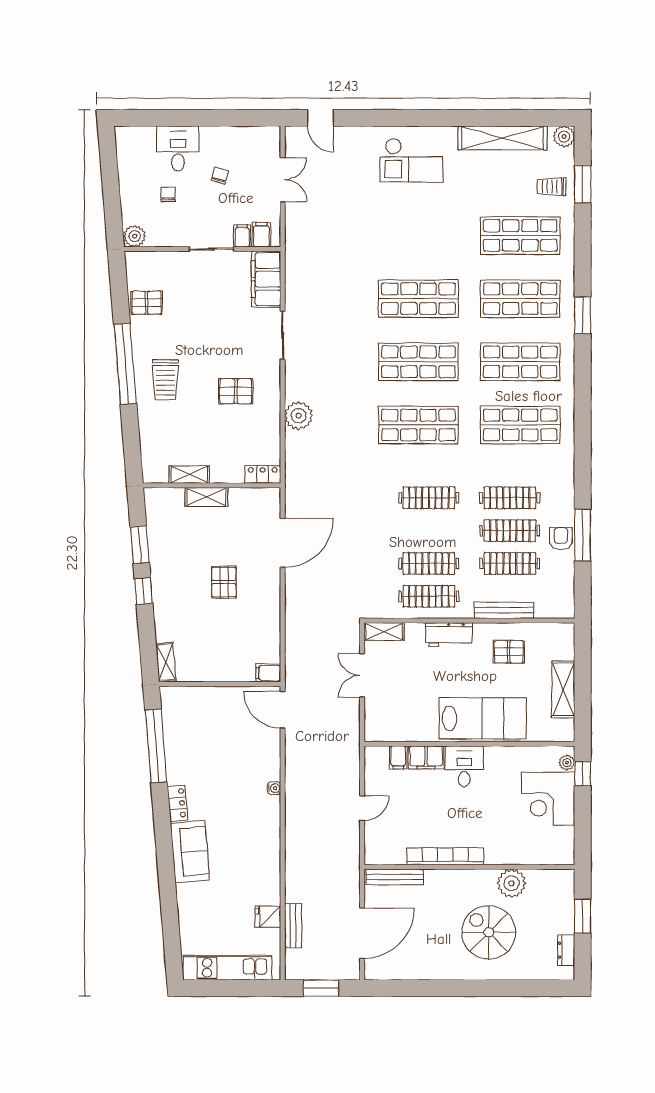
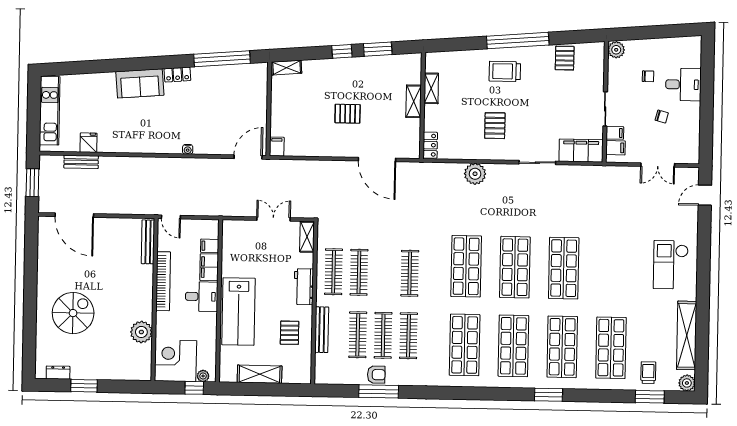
bookcase: (445, 856) -> (163, 281), moved
wall: (469, 867) -> (155, 300), moved
bench: (395, 877) -> (148, 242), moved
plant: (512, 883) -> (141, 332), moved

